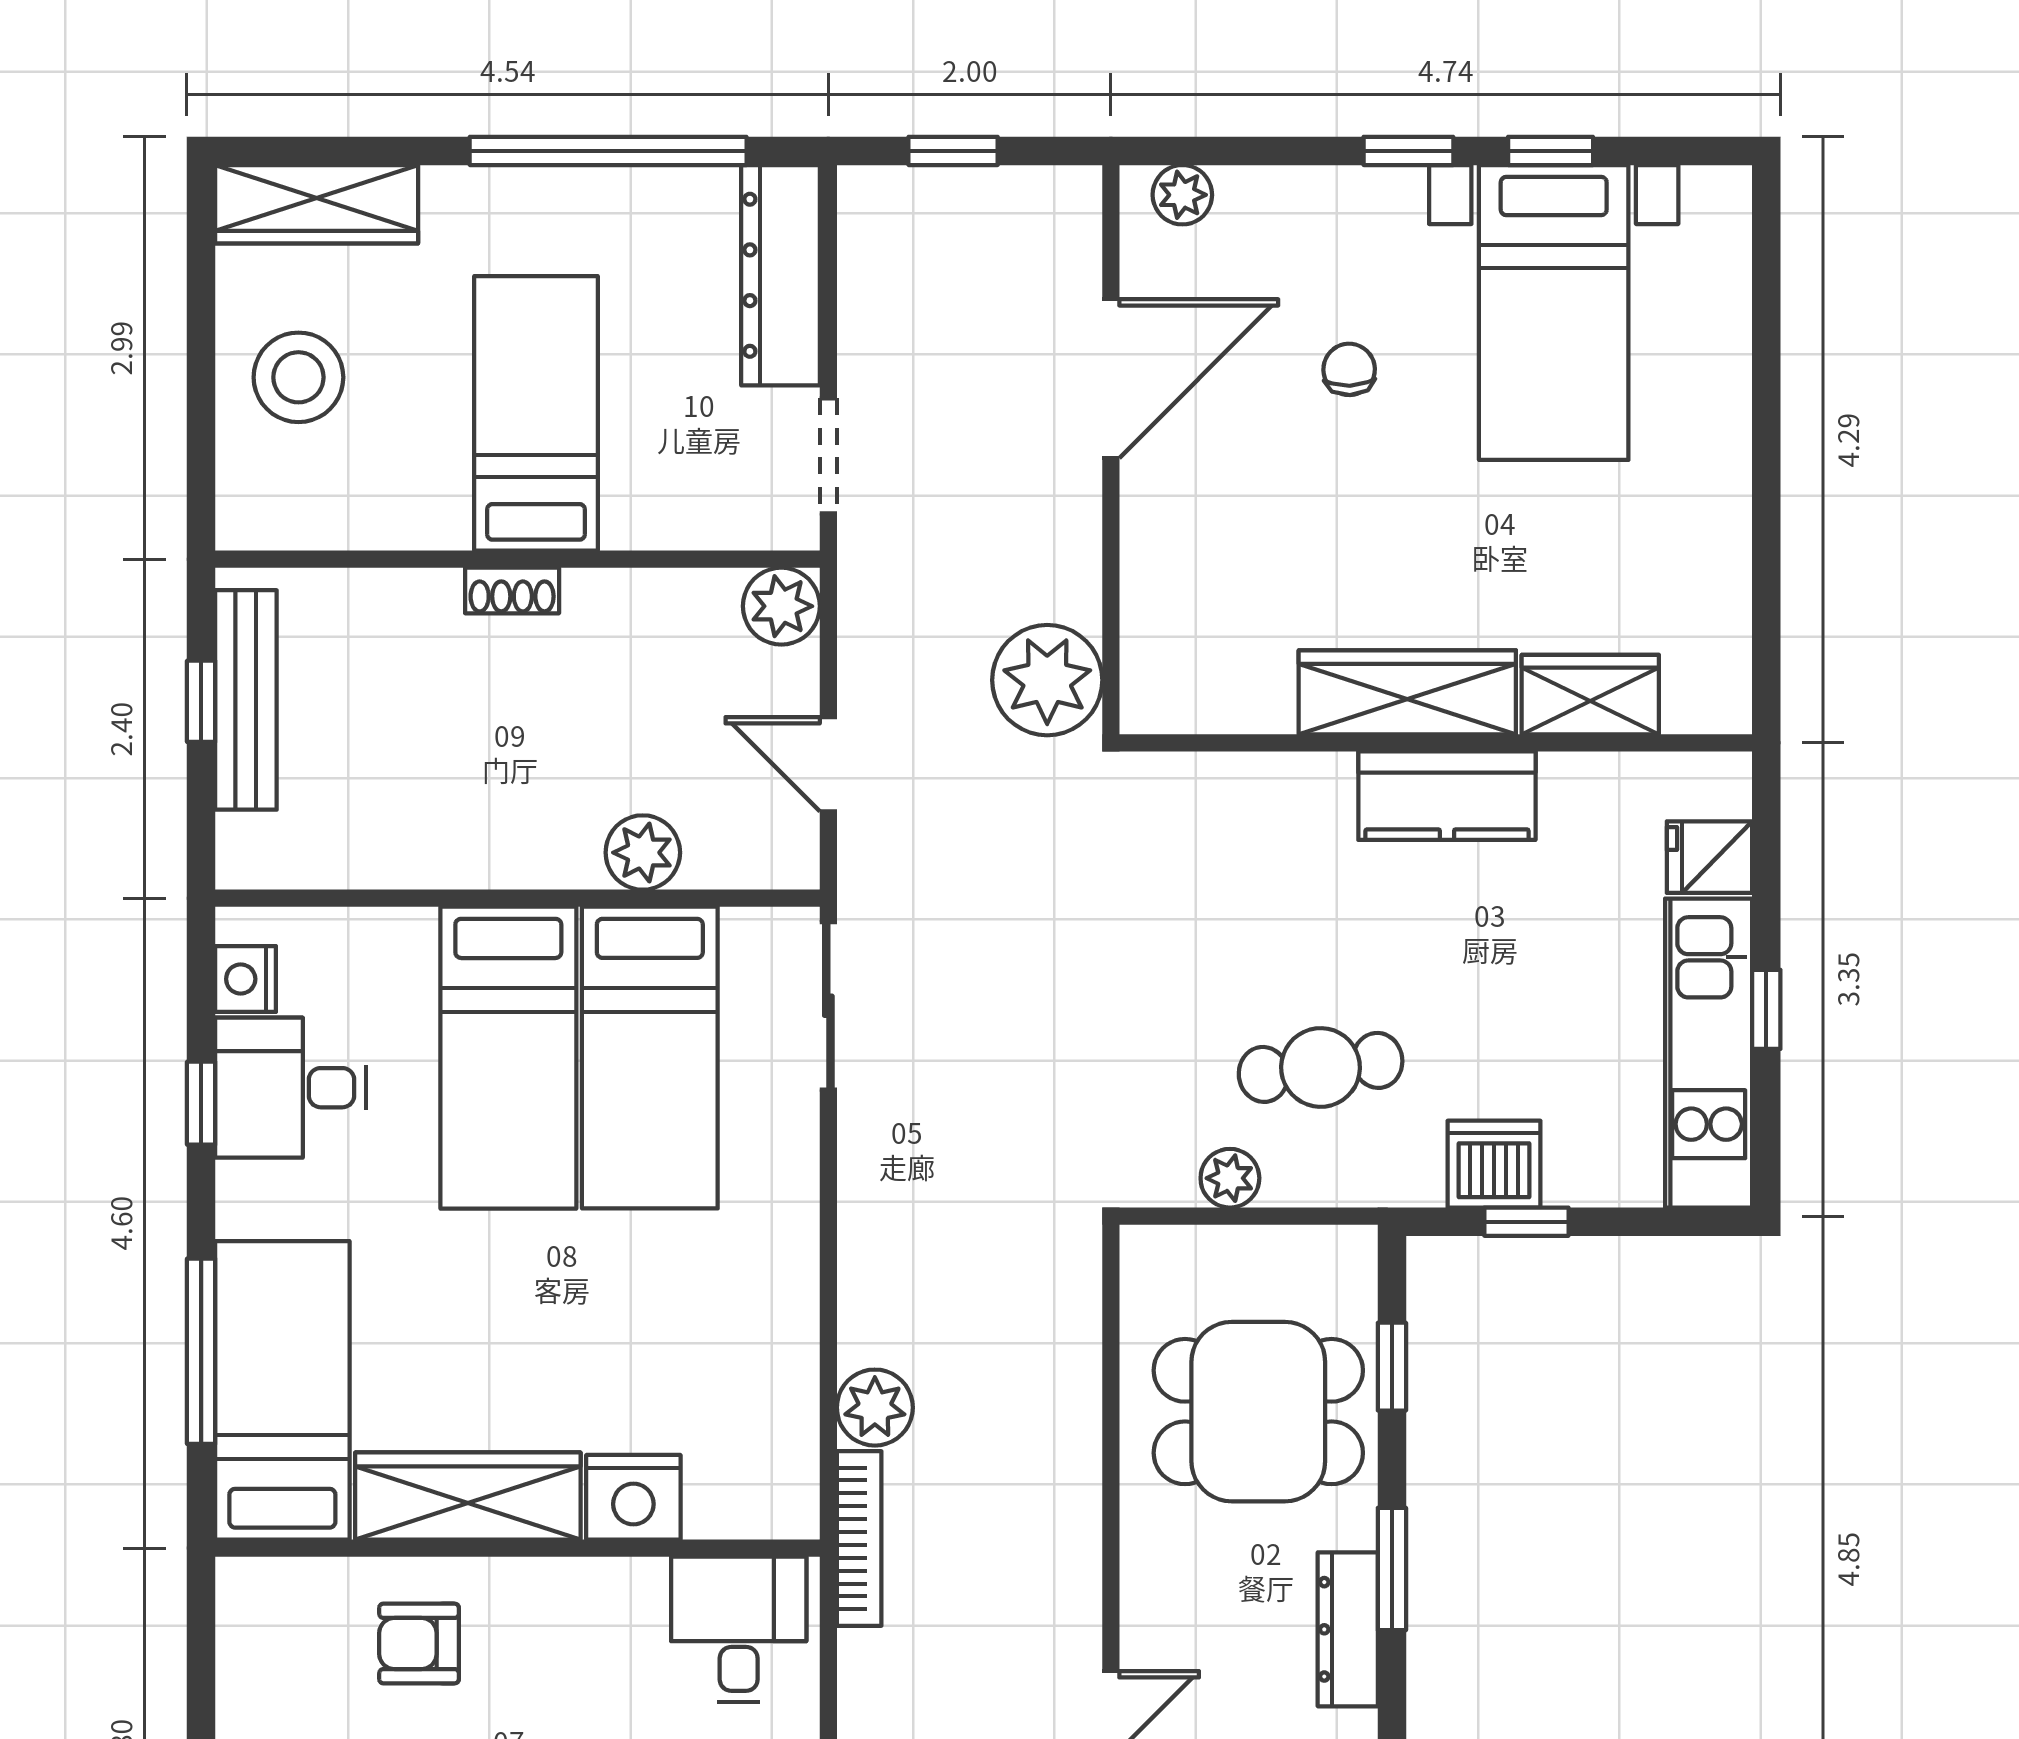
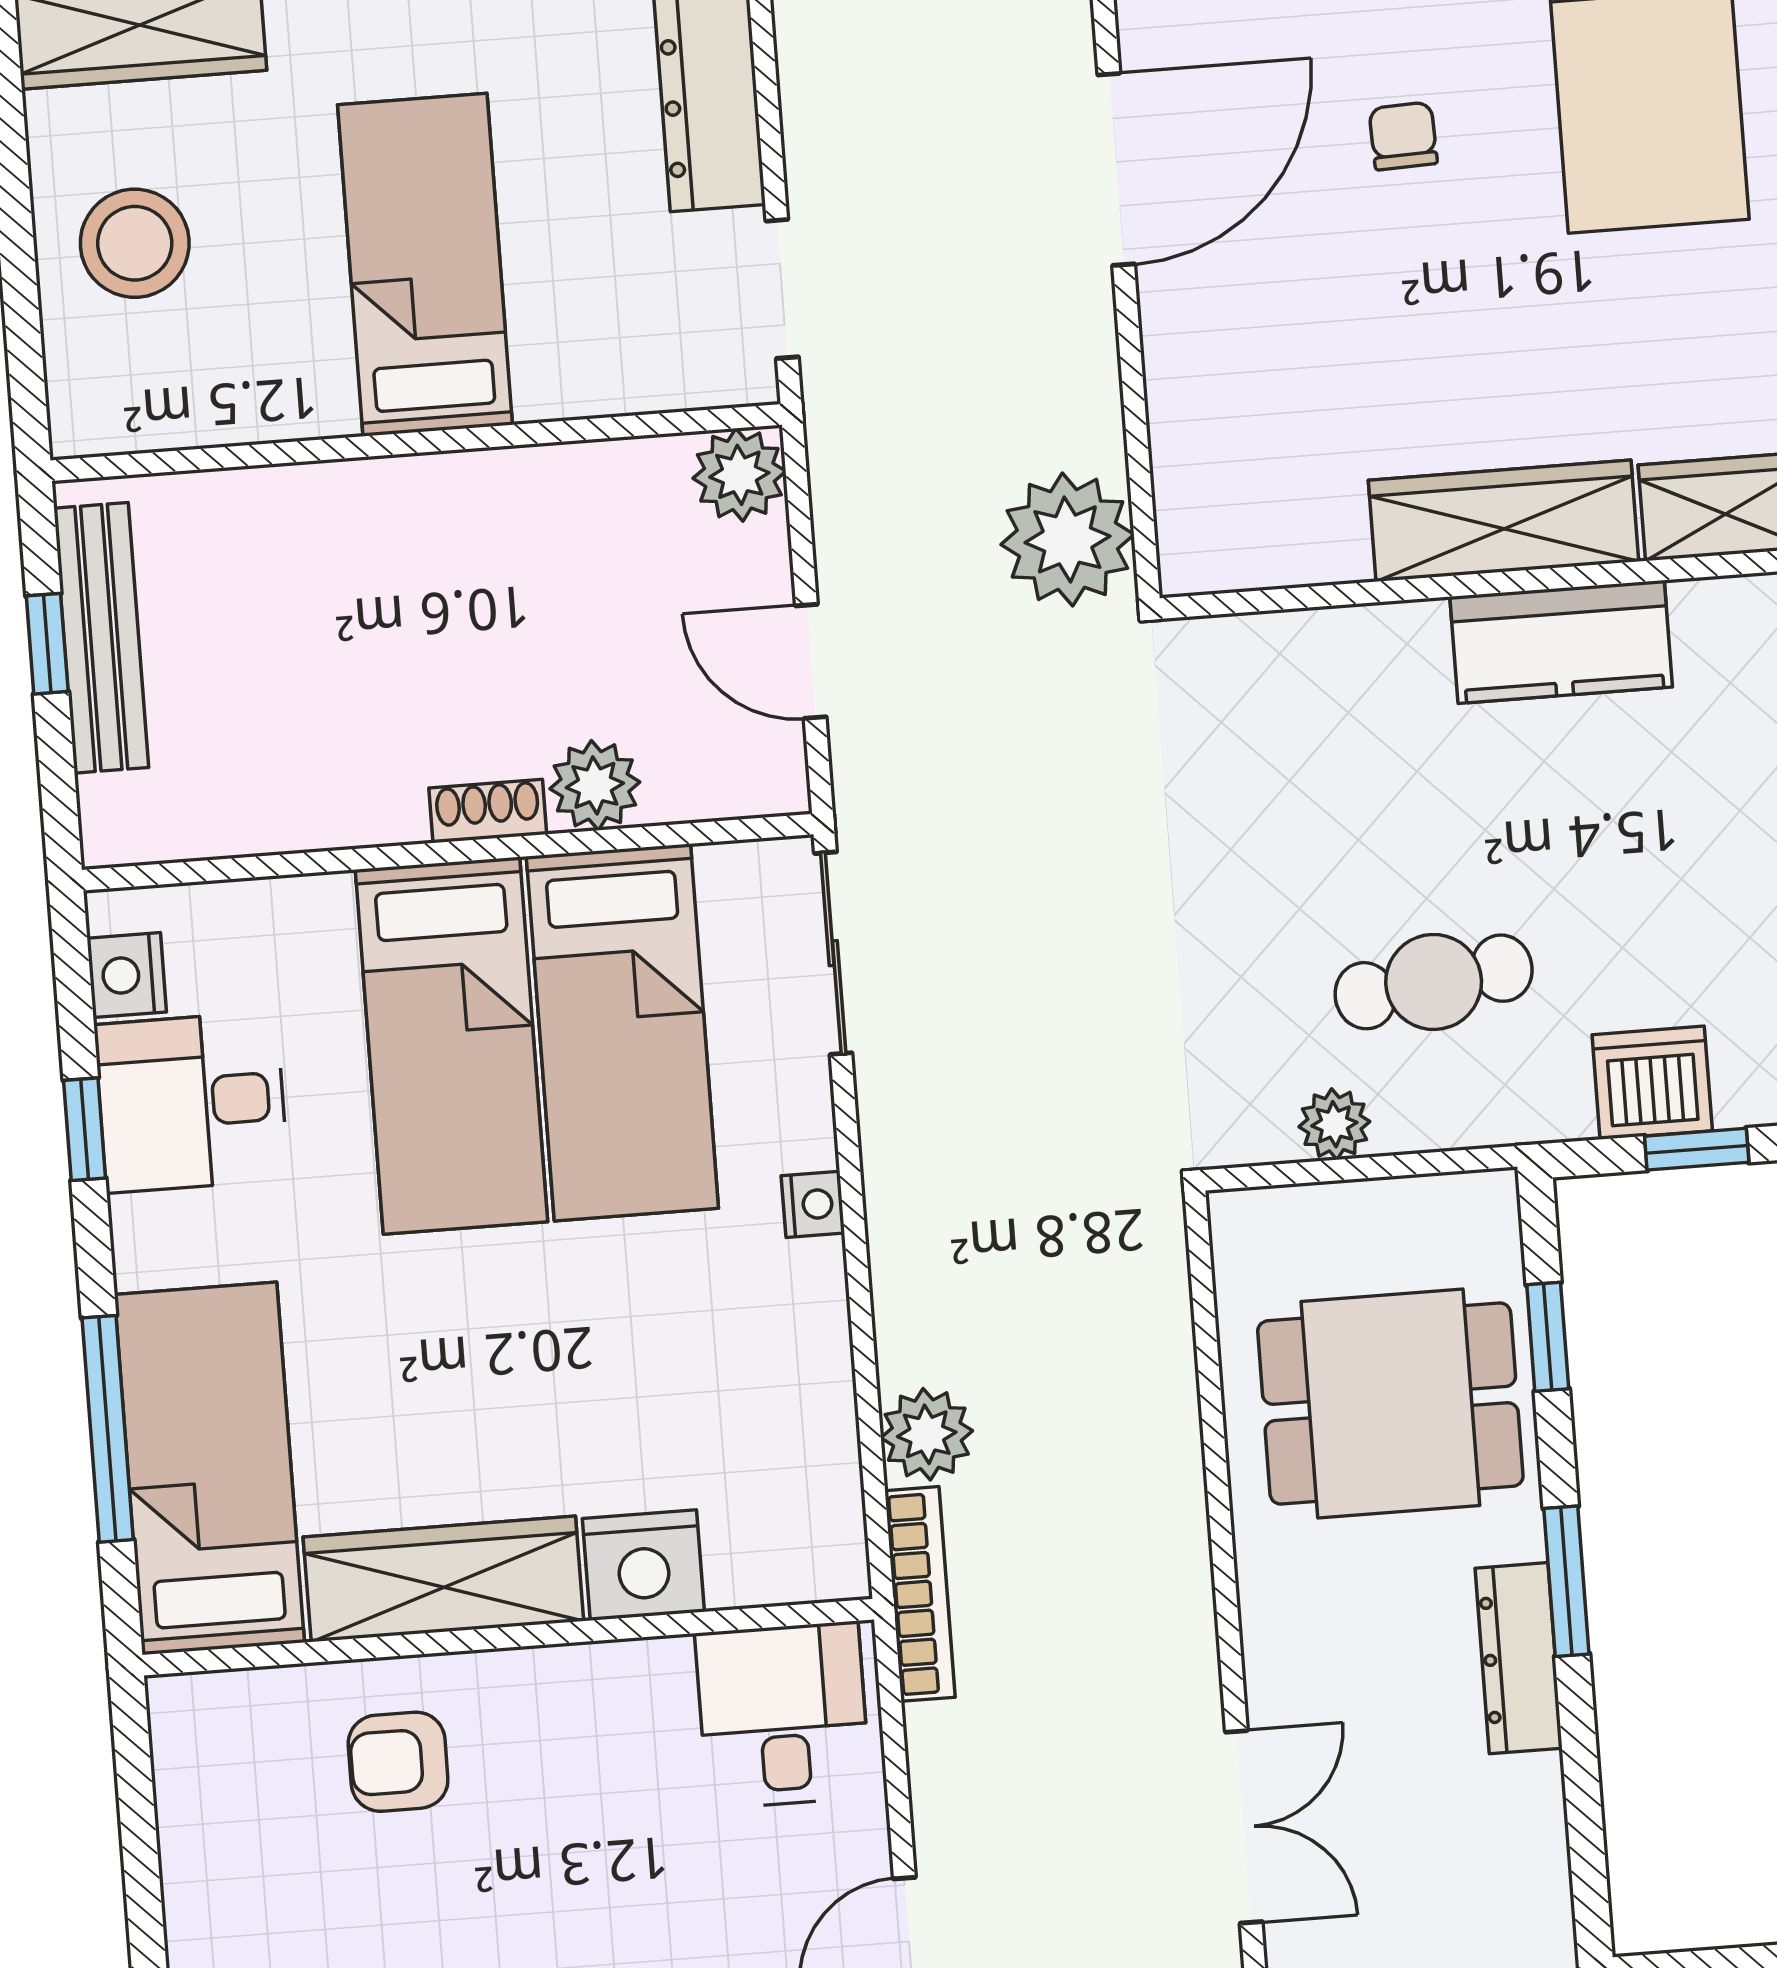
shoe rack: (512, 590) -> (488, 811), moved, turned 180
nightstand: (796, 1211) -> (813, 1204), added

